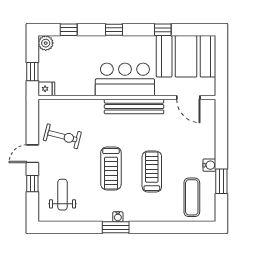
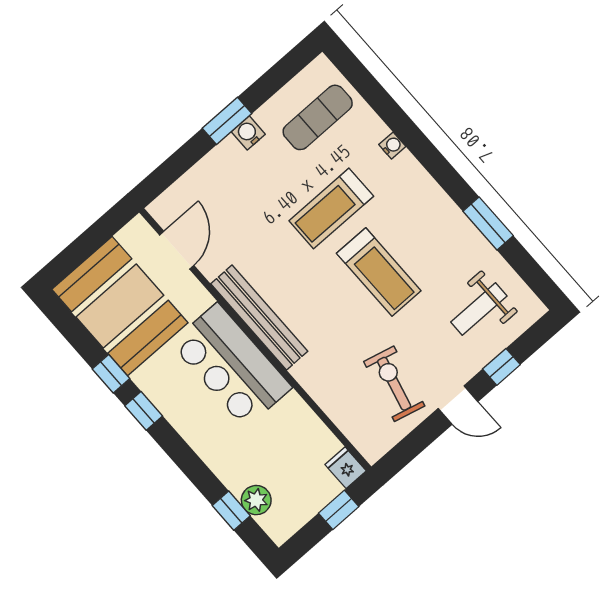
window: (114, 30) -> (144, 411), moved
plant: (46, 43) -> (256, 500), moved
treadmill: (111, 168) -> (379, 272), turned 90
window: (221, 181) -> (227, 121), moved
water cooler: (118, 217) -> (392, 146), moved
window: (116, 227) -> (488, 224), moved

